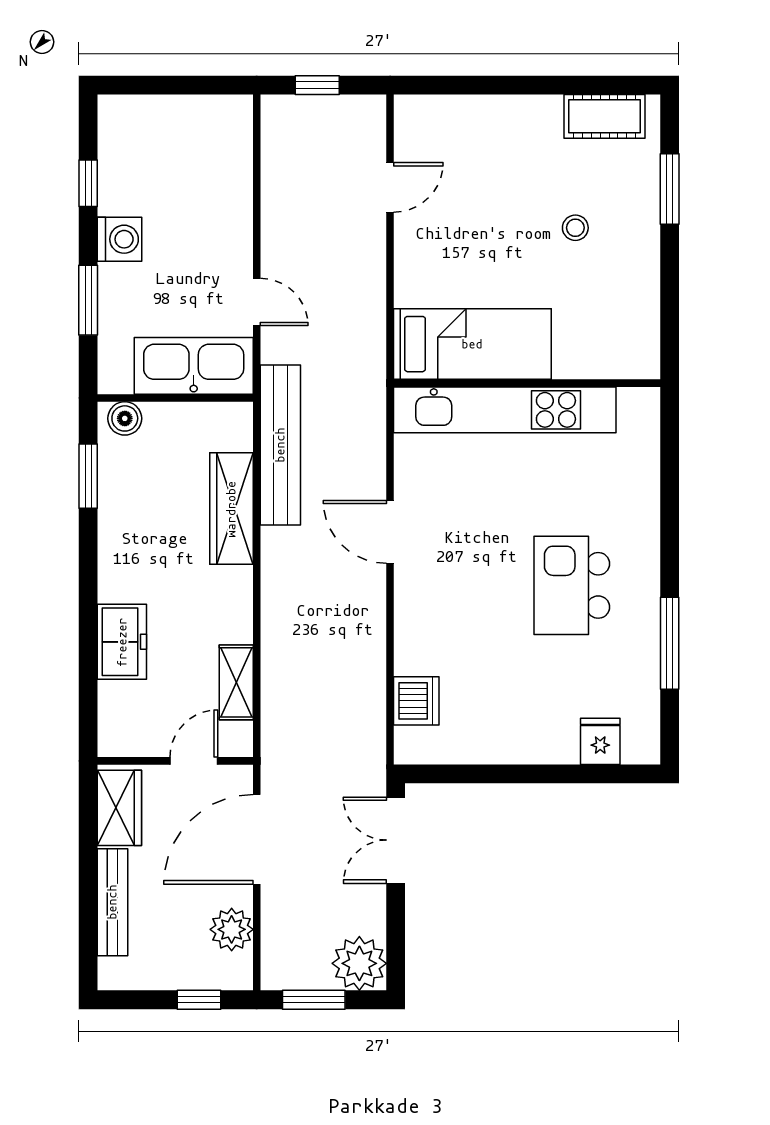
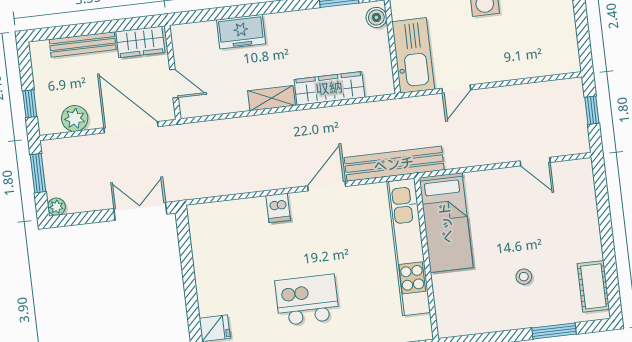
bench: (280, 445) -> (394, 164), moved
shelving: (236, 682) -> (271, 98), moved
dishwasher: (416, 701) -> (278, 208), moved, width x0.73
plant: (359, 963) -> (56, 207), width x0.53, depth x0.53

